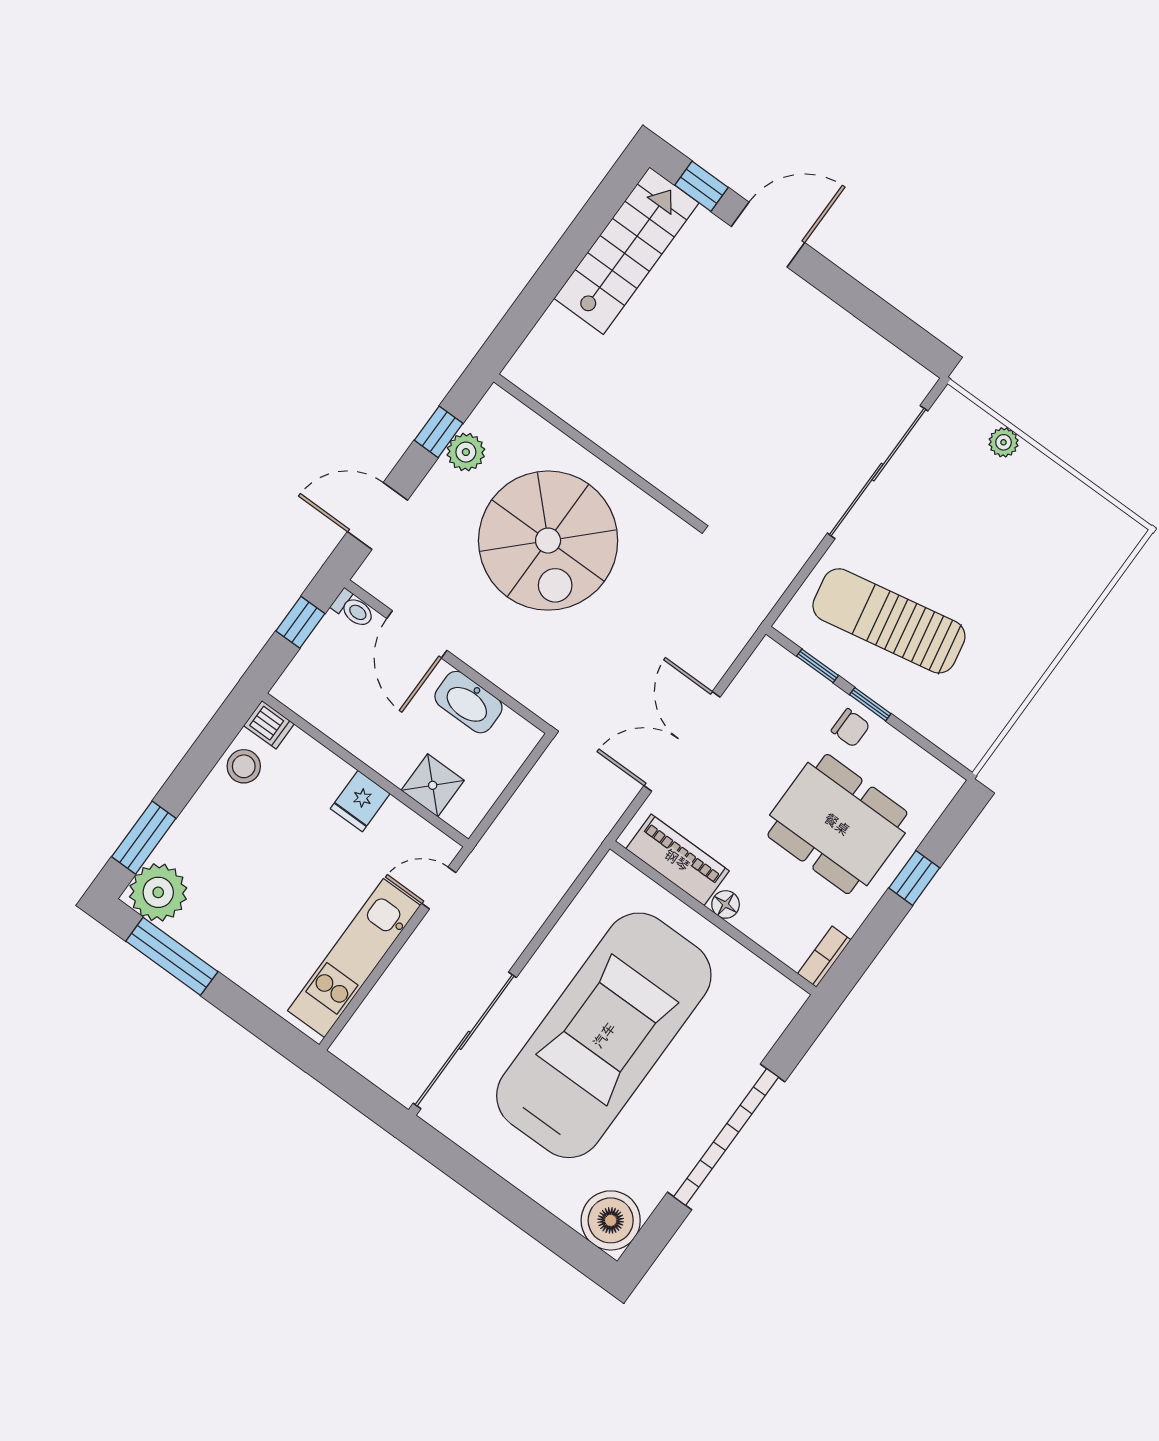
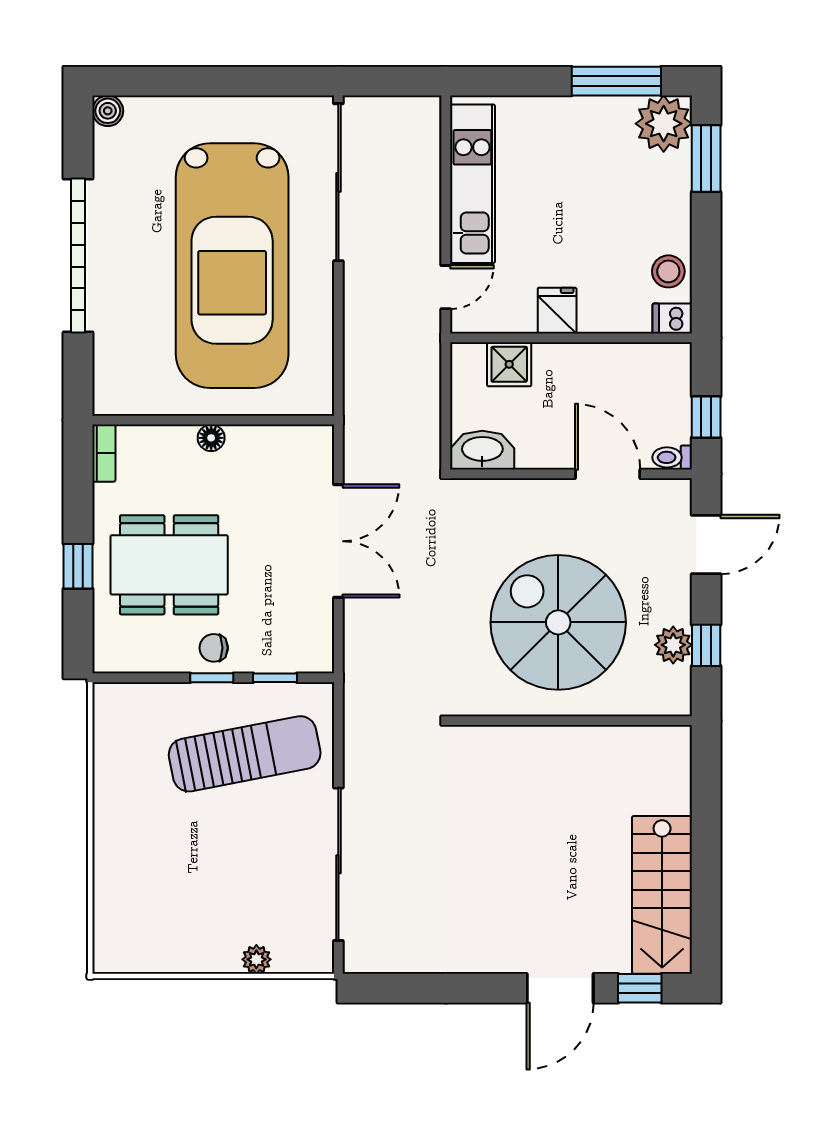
washbasin: (468, 702) -> (482, 450), moved
piano: (677, 860) -> (274, 445), removed
boiler: (611, 1220) -> (108, 111), width x0.54, depth x0.54

